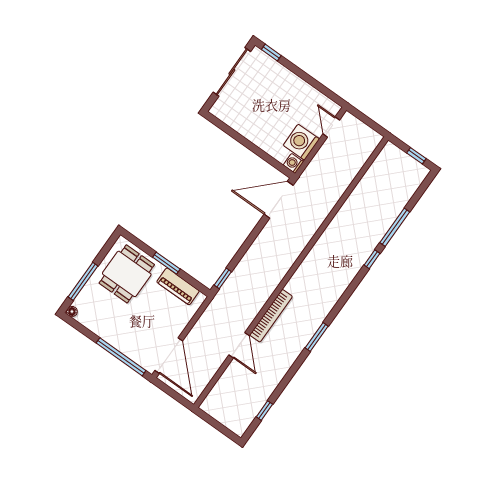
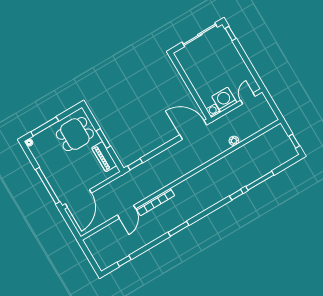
plant: (338, 190) -> (234, 141), added

